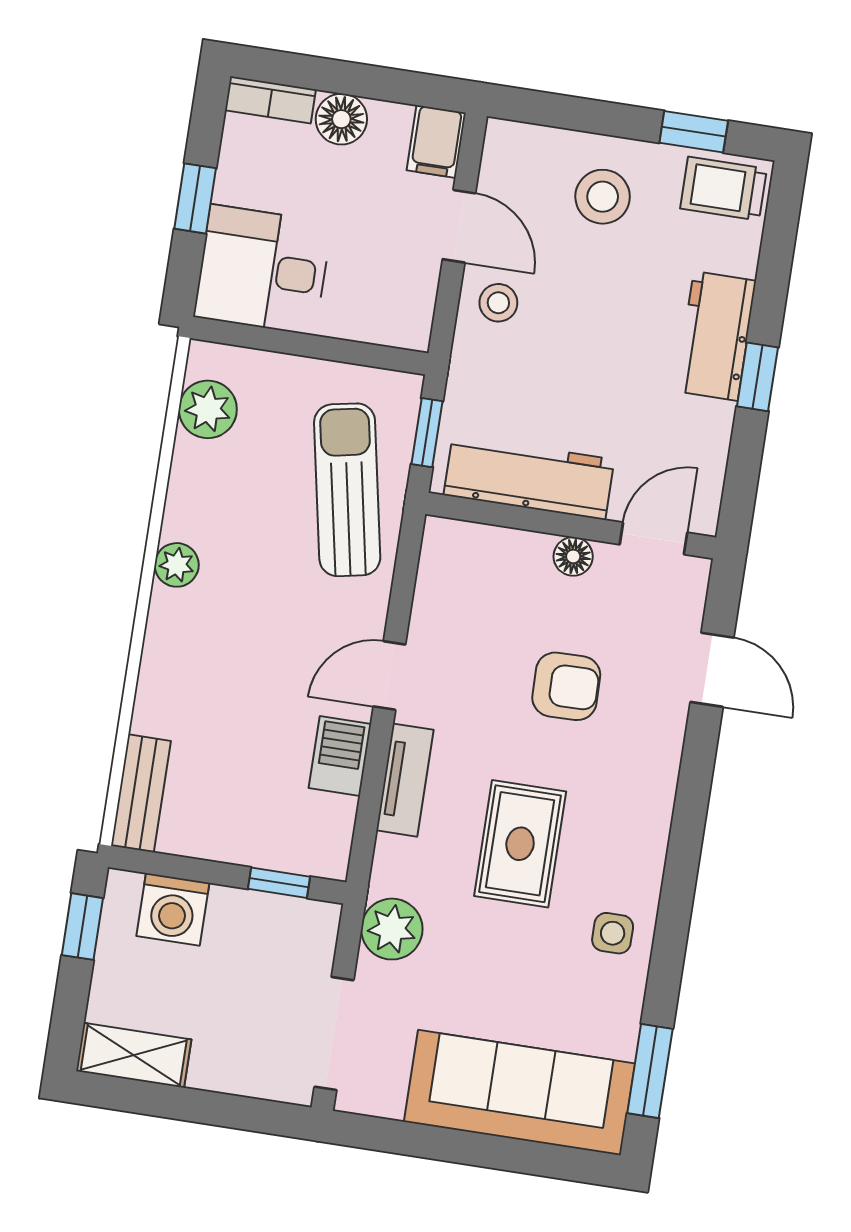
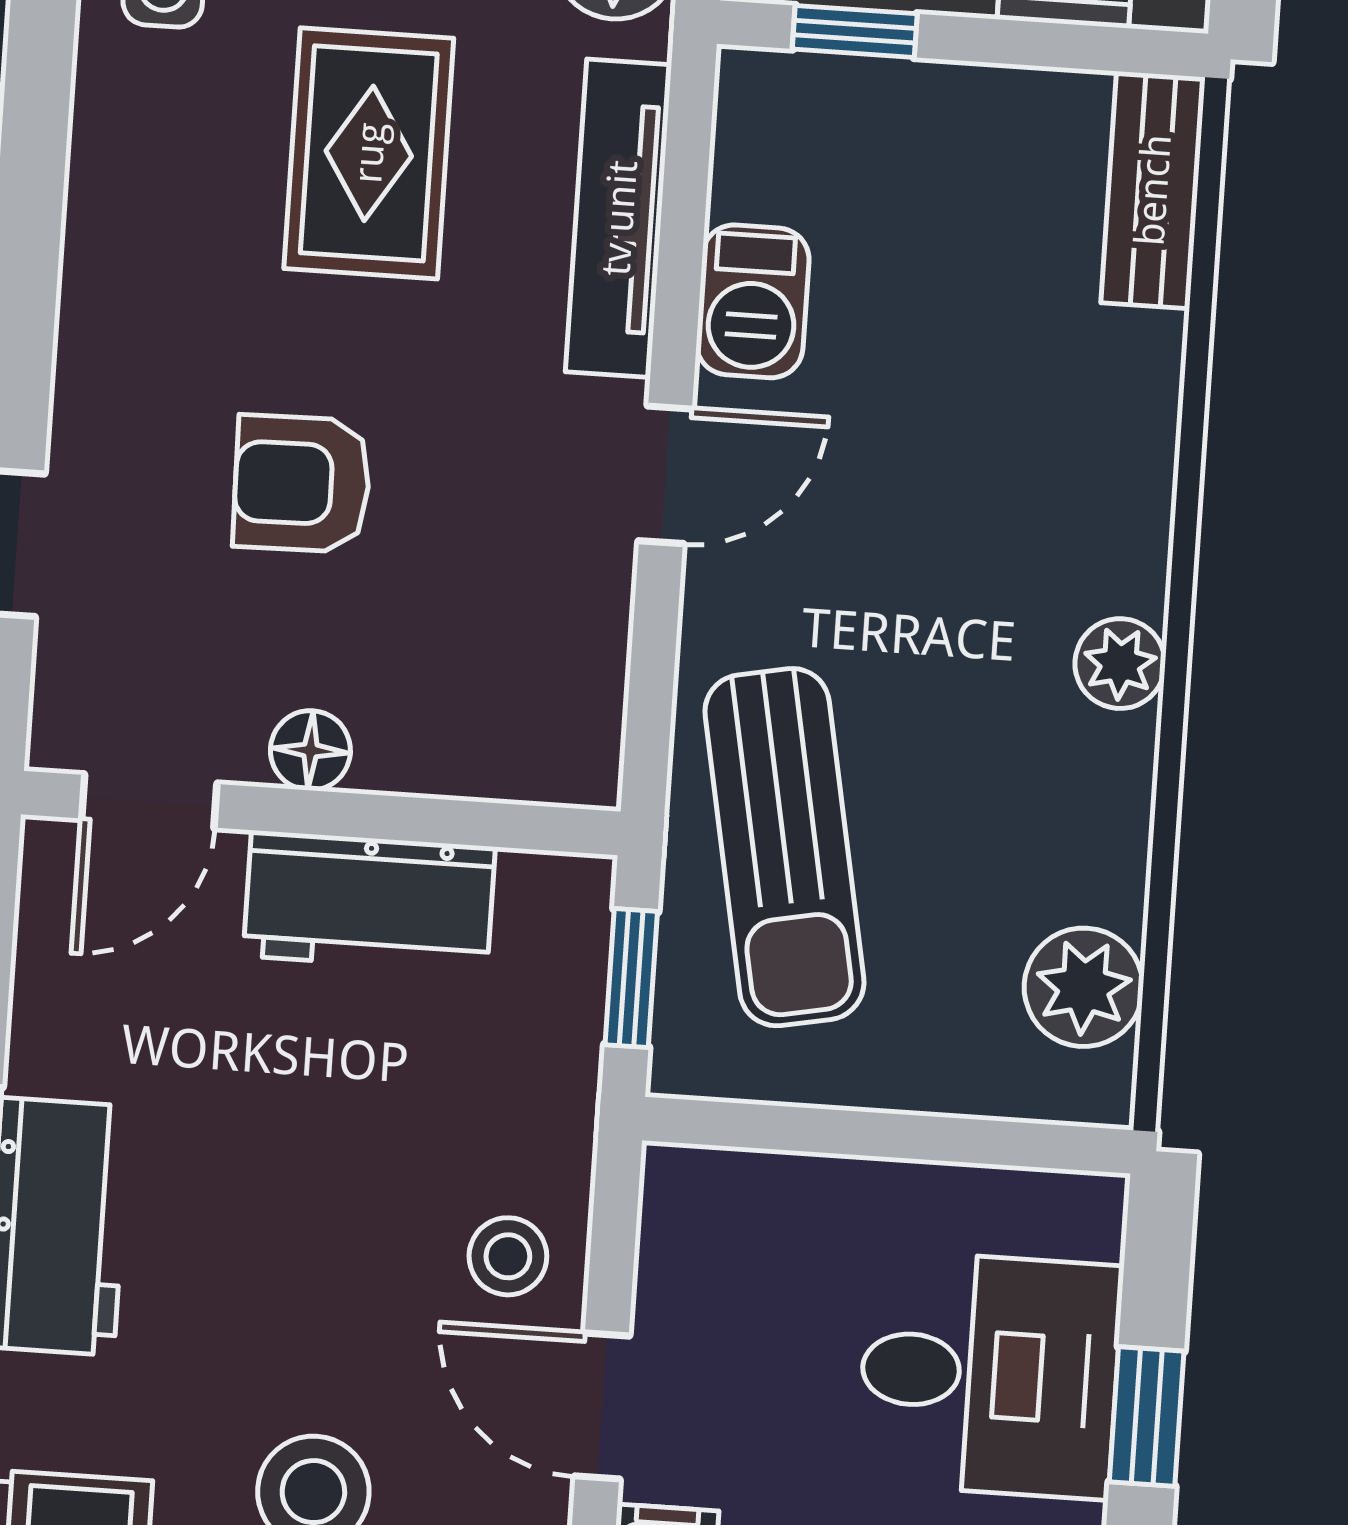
desk: (263, 270) -> (990, 1375), moved
workbench: (529, 477) -> (369, 901), width x0.73
tv unit: (405, 780) -> (619, 218), width x1.41

